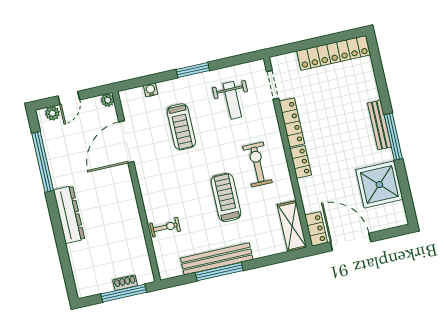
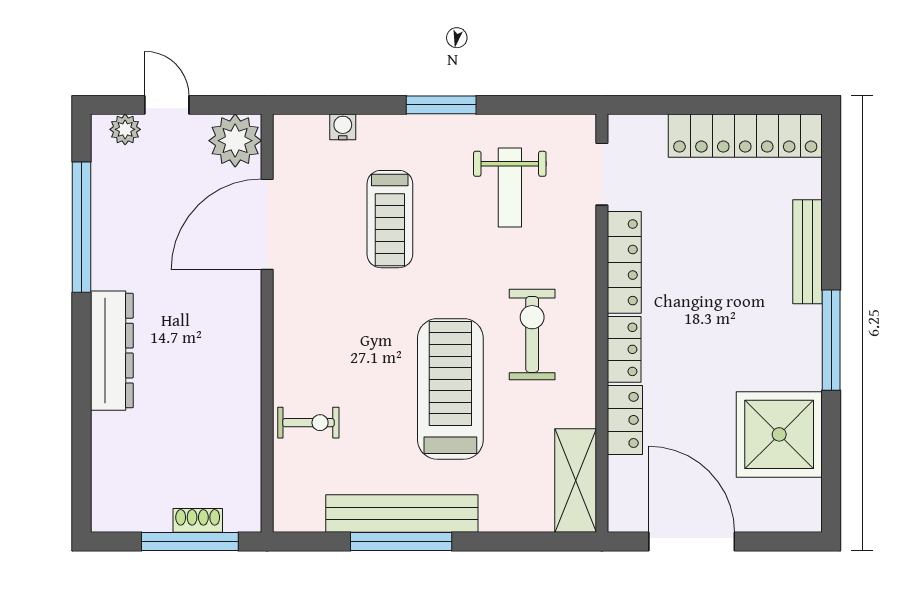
door: (69, 98) -> (167, 105), swing flipped
plant: (108, 100) -> (235, 141), width x1.88, depth x1.88
bench: (379, 125) -> (807, 252), moved
treadmill: (226, 197) -> (450, 389), width x1.37, depth x1.38
locker: (316, 229) -> (625, 420), moved

